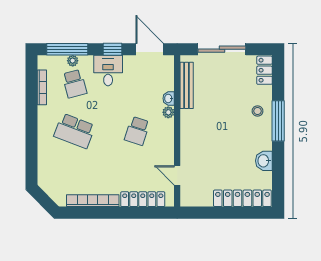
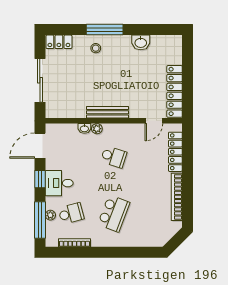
bench: (187, 85) -> (107, 112), moved
locker: (242, 198) -> (175, 91), moved

